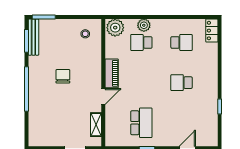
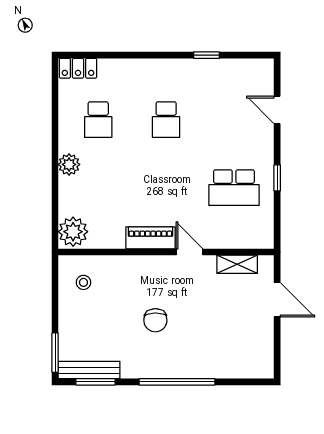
plant: (144, 25) -> (69, 164), moved
school desk: (141, 42) -> (98, 188), removed
school desk: (182, 42) -> (98, 120), turned 180
chair: (63, 76) -> (155, 320), turned -91
school desk: (141, 123) -> (234, 188), turned 180

